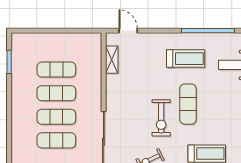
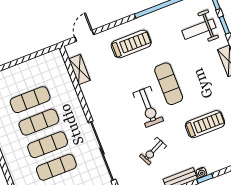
door: (128, 31) -> (84, 36), hinge flipped
treadmill: (186, 59) -> (131, 44), moved

